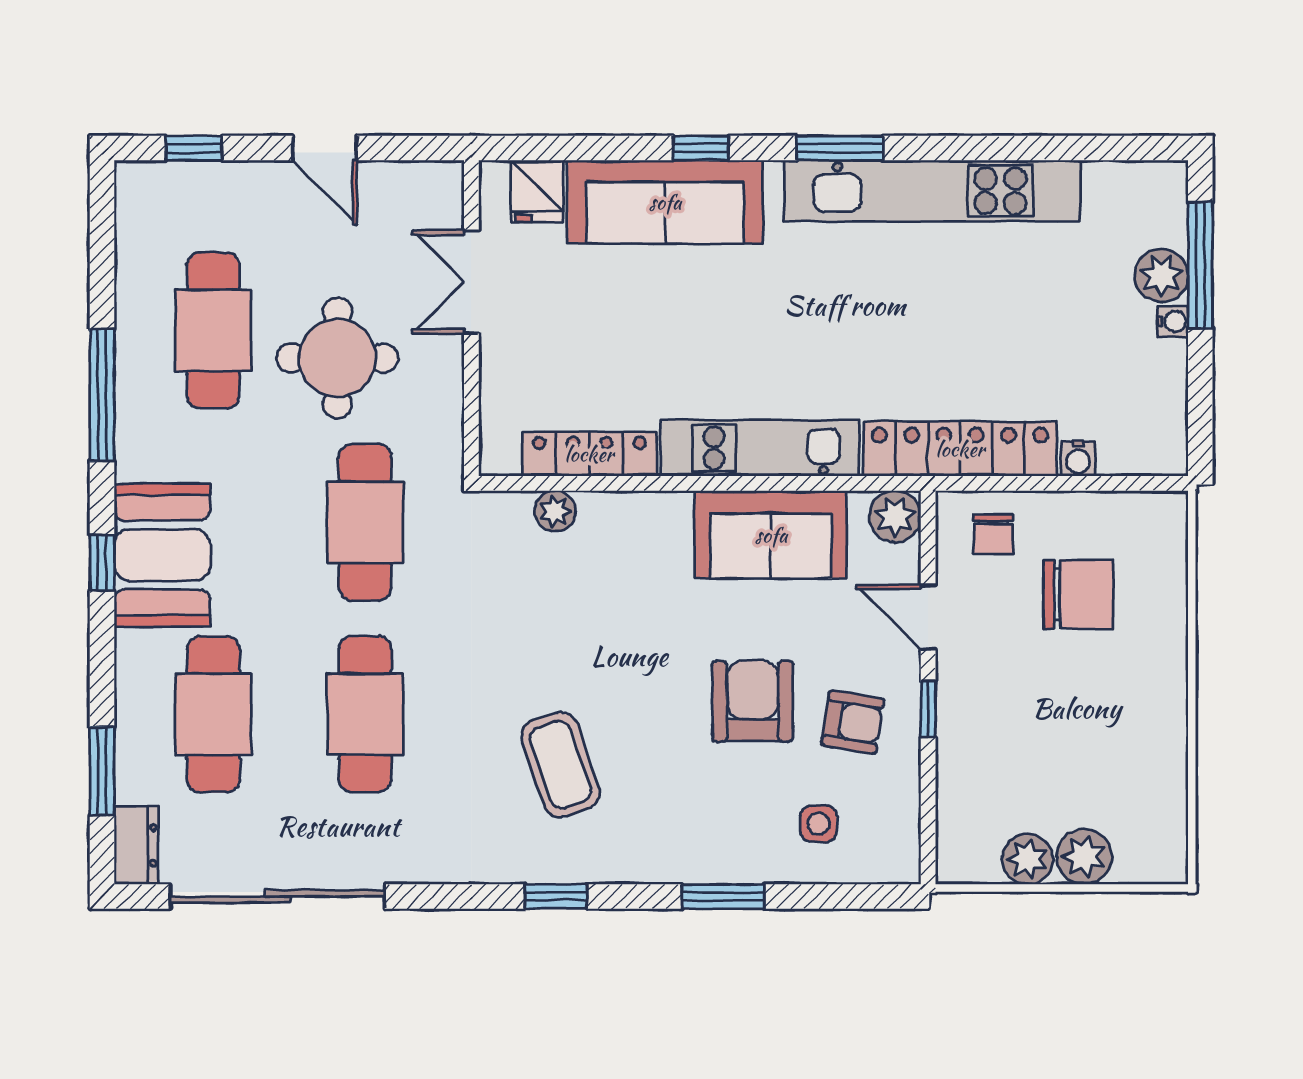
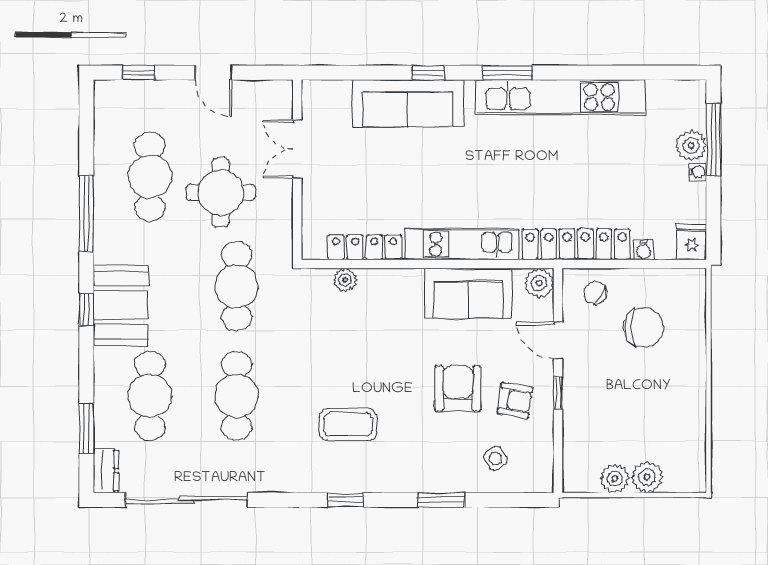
fridge: (537, 191) -> (692, 242), moved, turned 180
chair: (993, 534) -> (595, 293), turned 121
coffee table: (560, 765) -> (348, 425), turned -71
side table: (819, 824) -> (495, 458), turned -33

